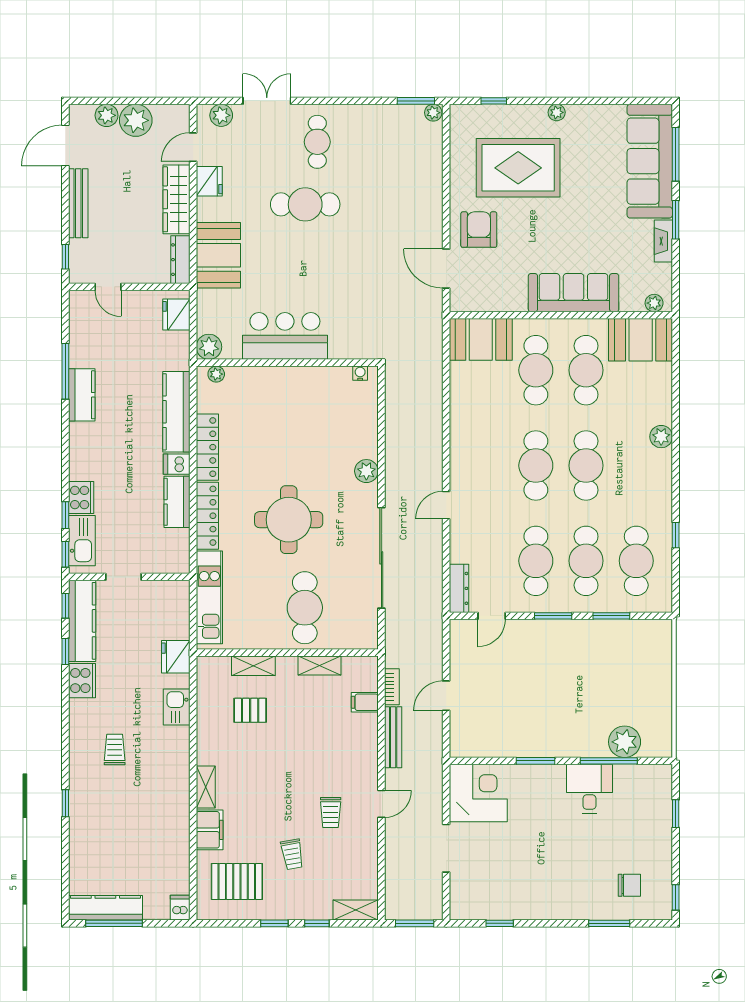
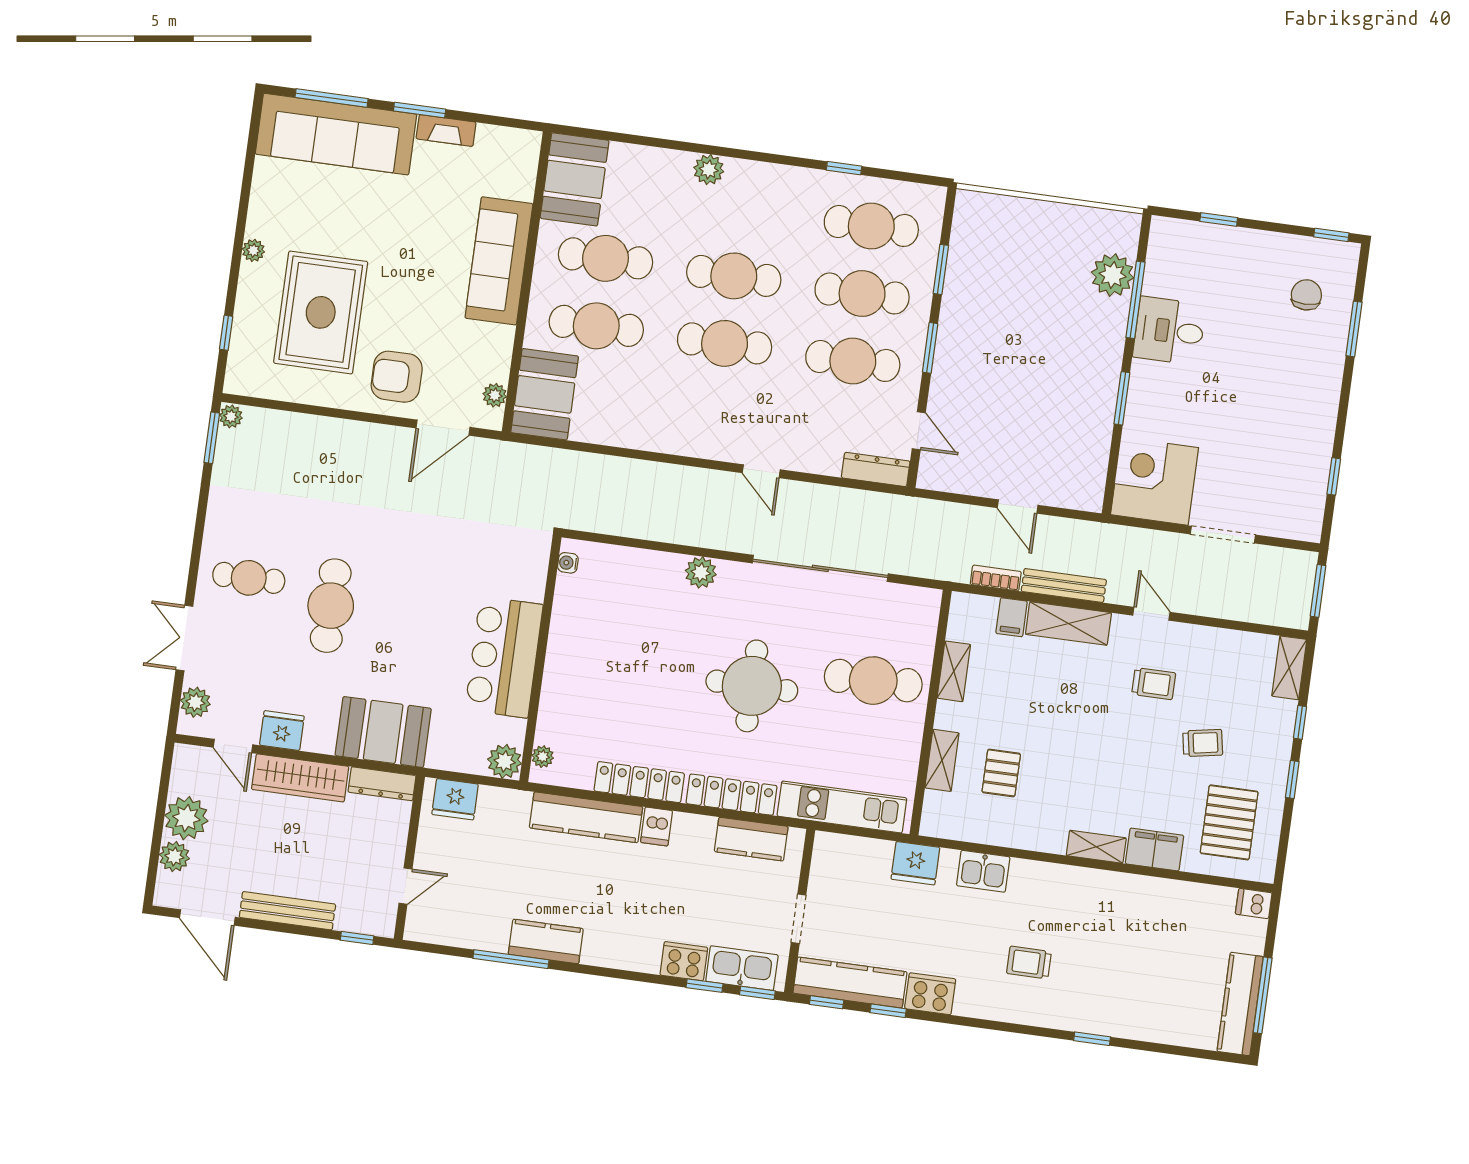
plant: (654, 303) -> (495, 395), moved
kitchen counter: (177, 502) -> (751, 839), moved
shelving: (366, 744) -> (1068, 624), added

